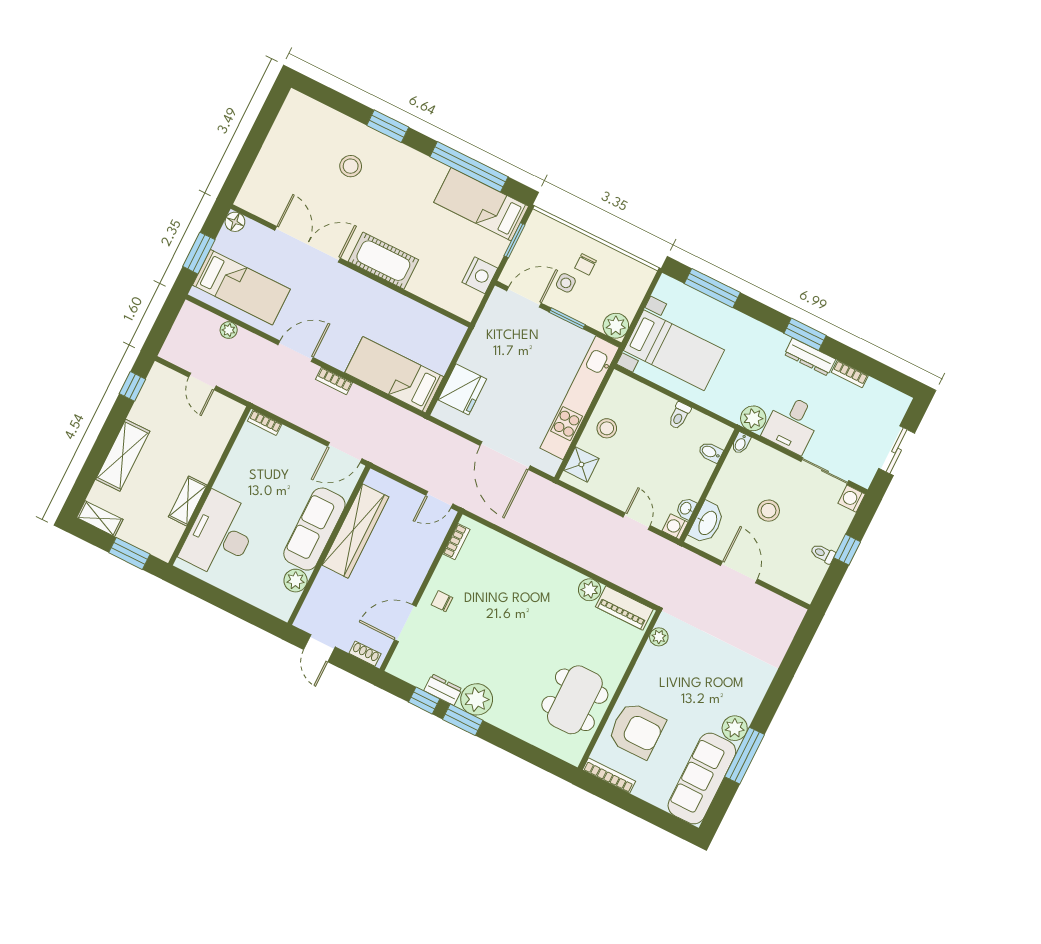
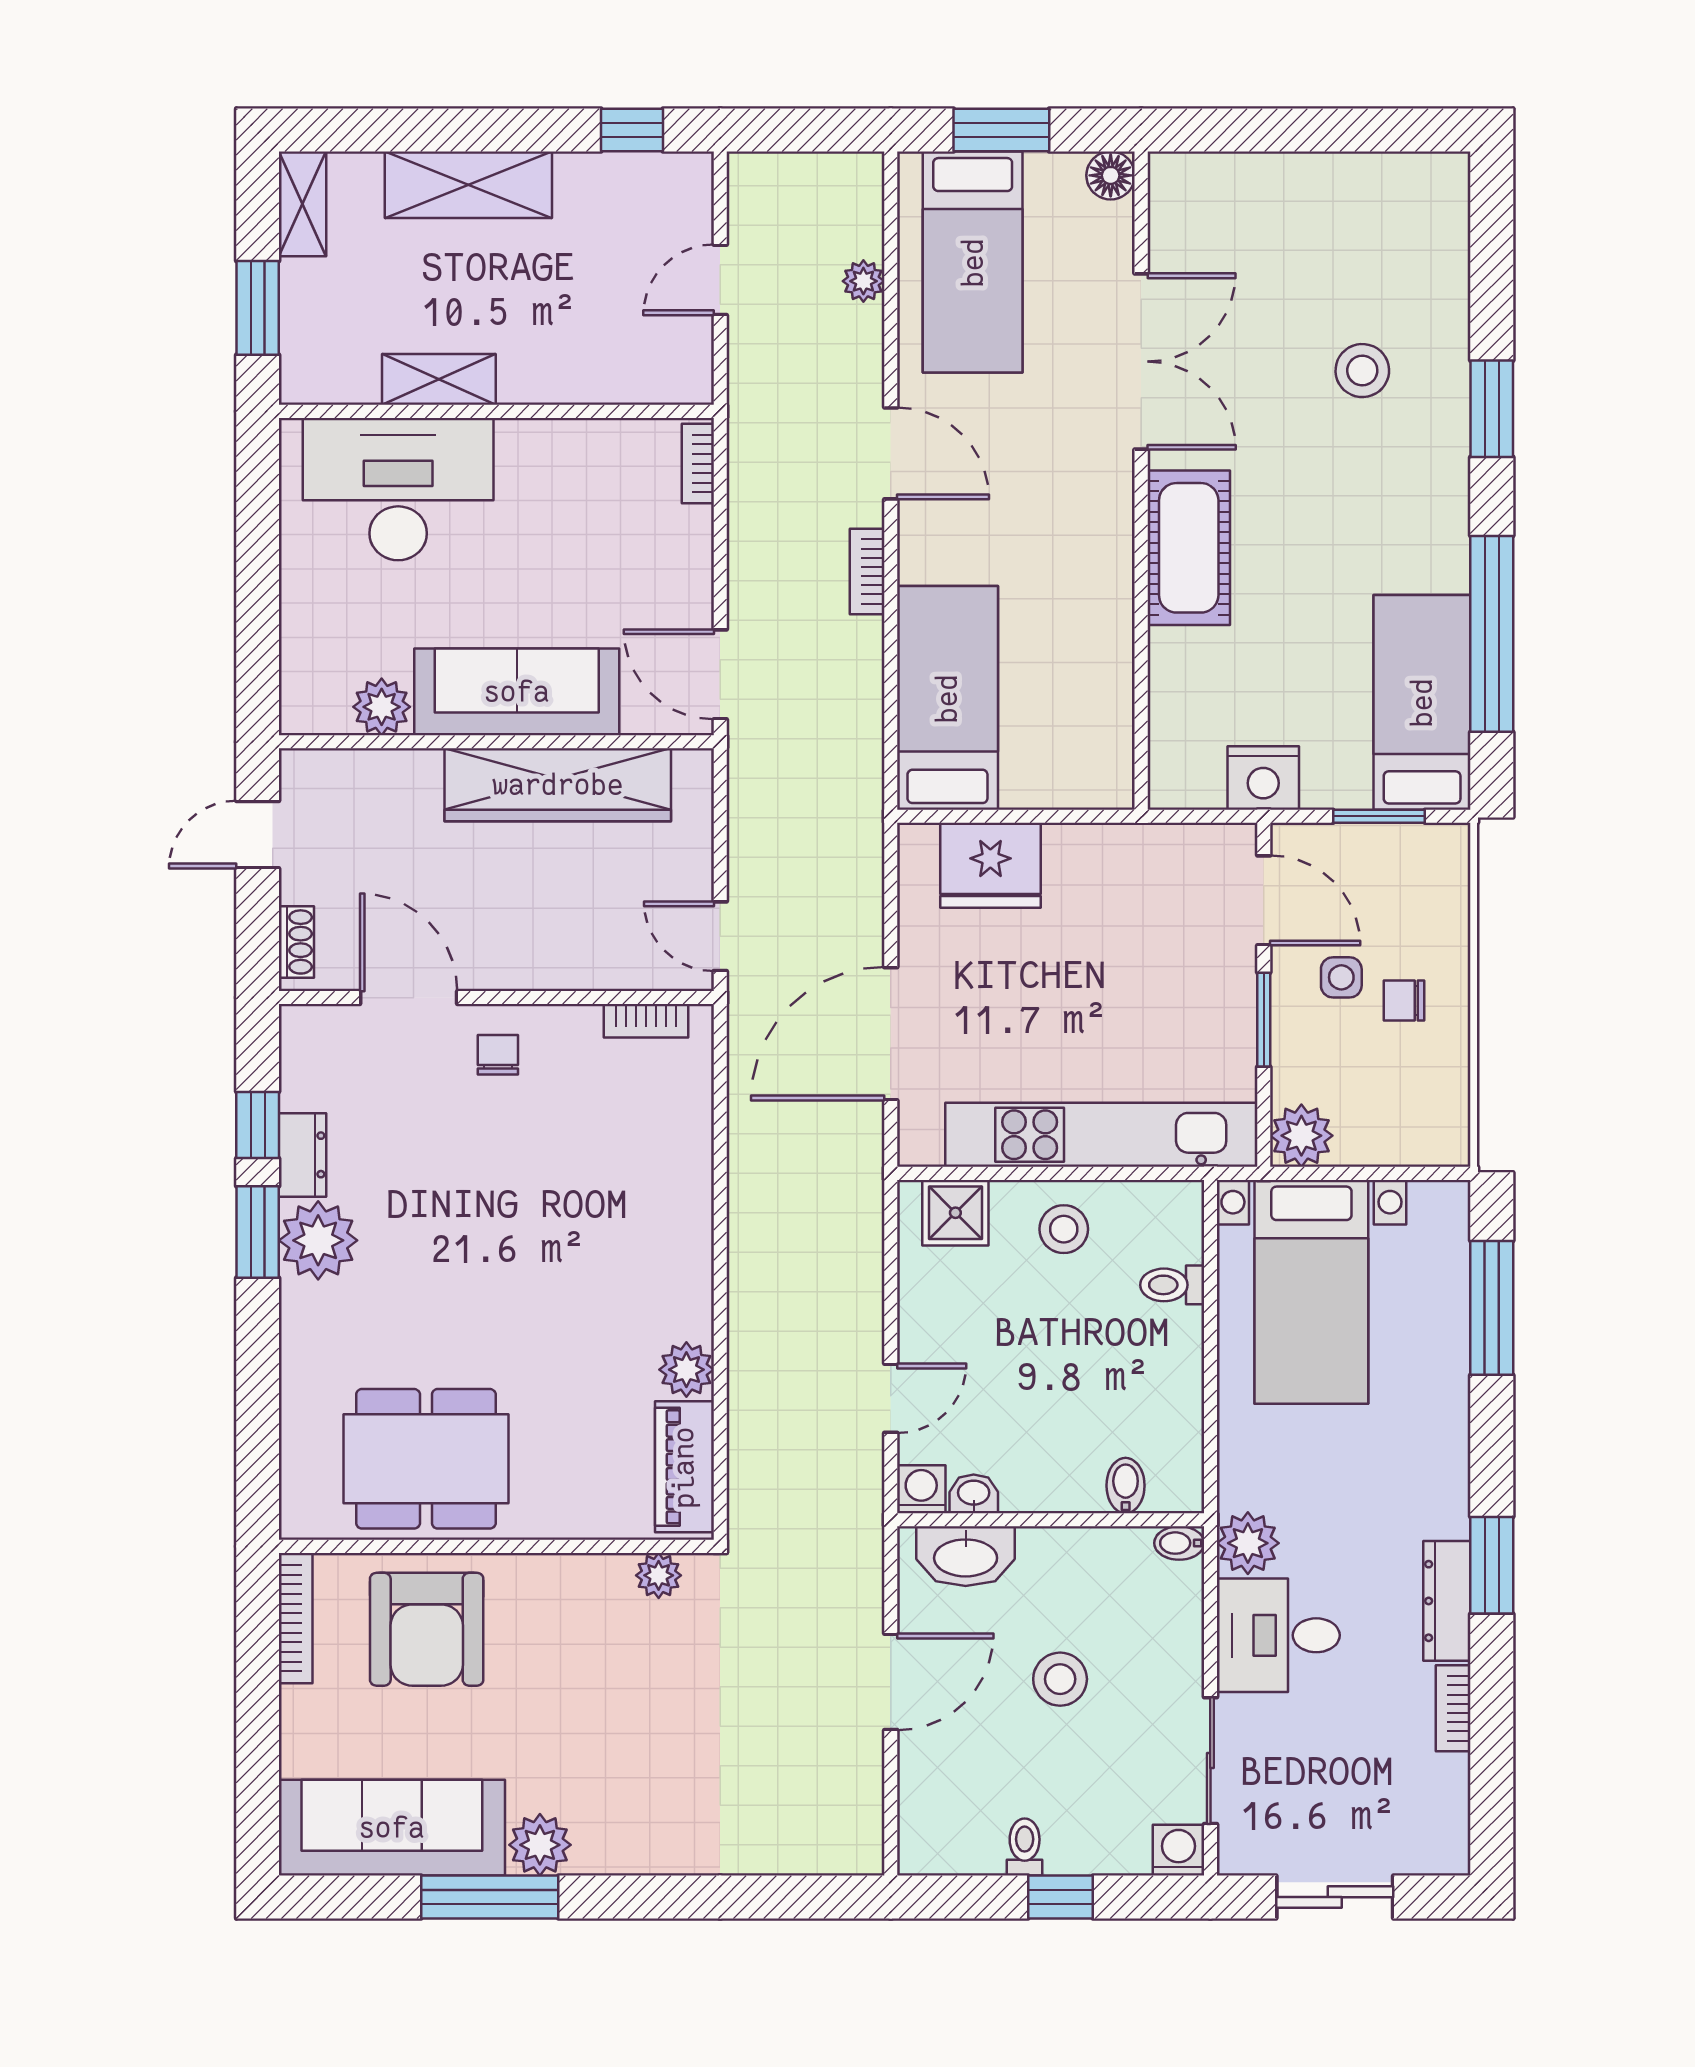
toilet: (679, 416) -> (1172, 1285), moved

